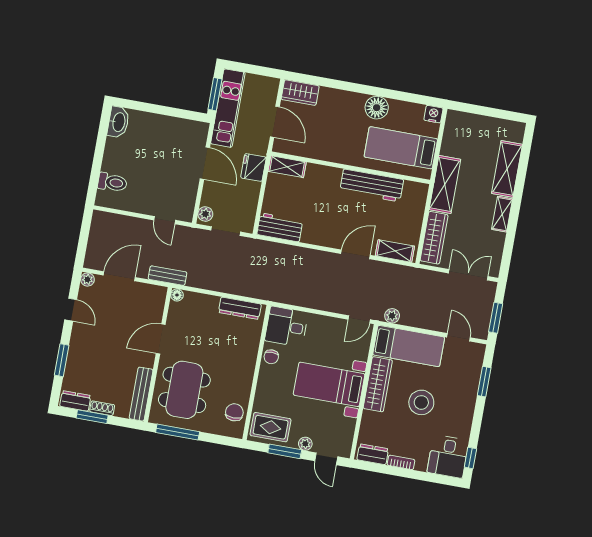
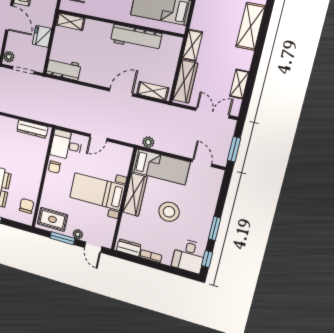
fridge: (253, 168) -> (42, 36), moved
shelving: (445, 184) -> (192, 45), width x0.67, depth x0.75
shelving: (502, 214) -> (239, 84), moved
door: (359, 319) -> (98, 137), moved
window: (484, 382) -> (215, 228), moved

